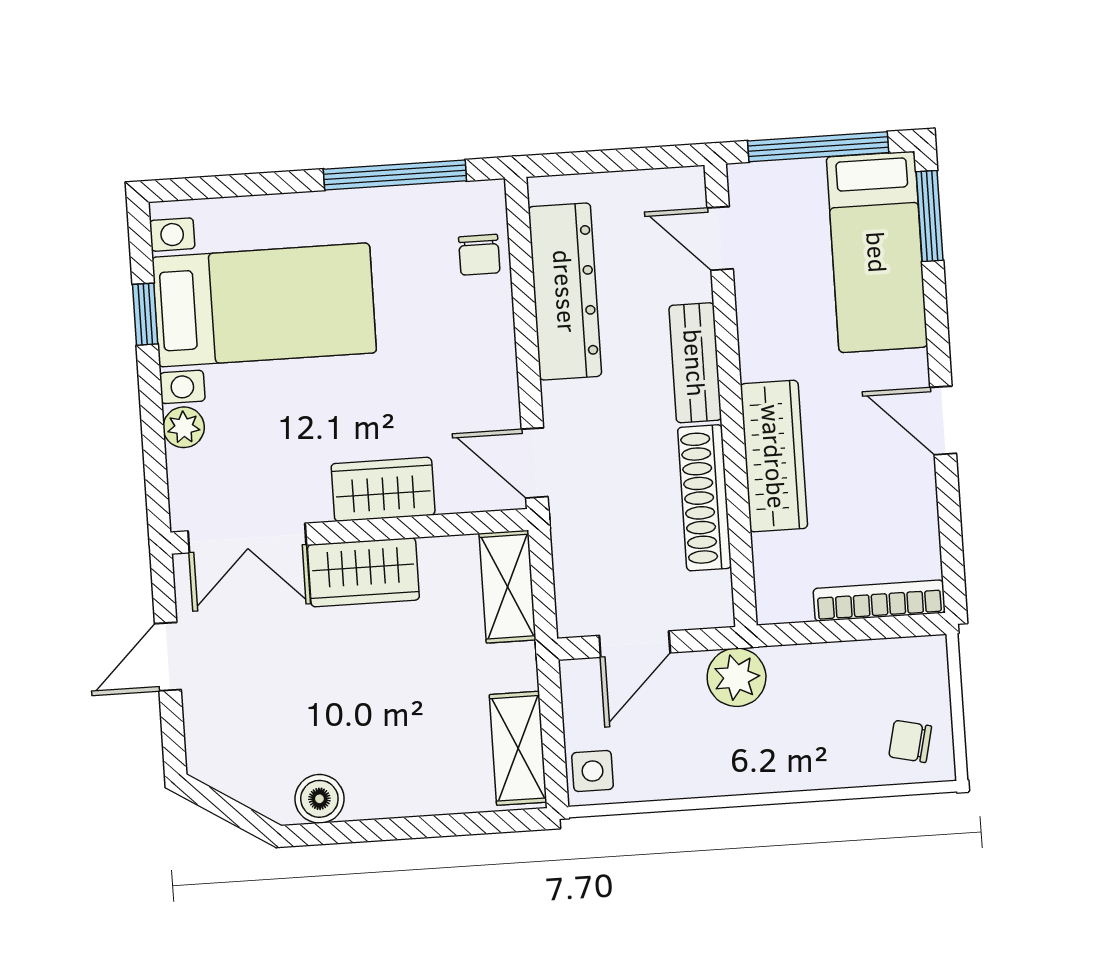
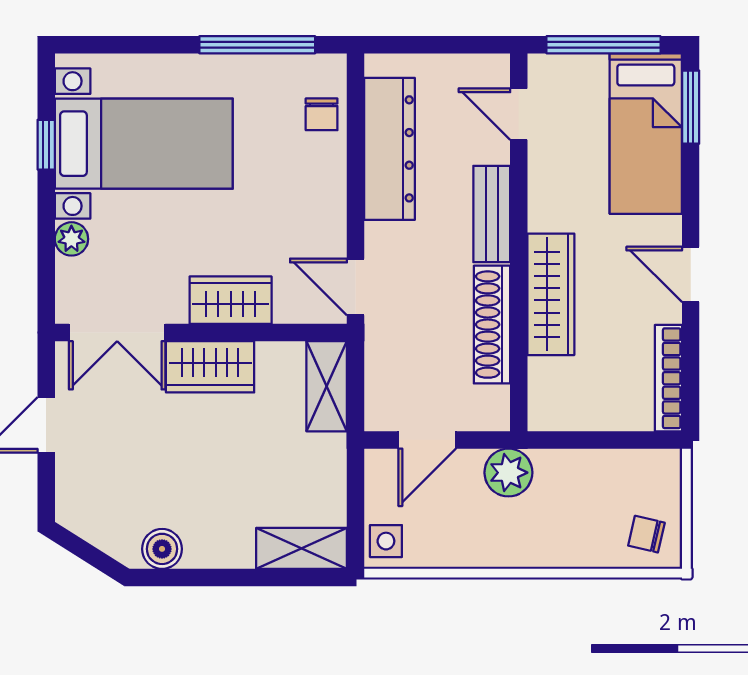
bookcase: (879, 601) -> (668, 378), moved, turned -90
shelving: (518, 748) -> (301, 548), moved, turned 90

